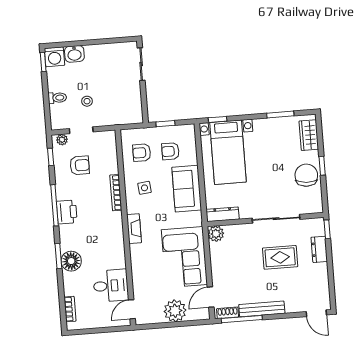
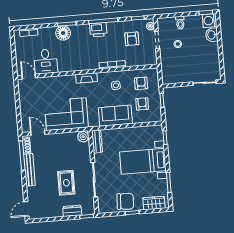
bed with nightstands: (228, 152) -> (143, 161), moved
plant: (175, 311) -> (28, 108), removed

